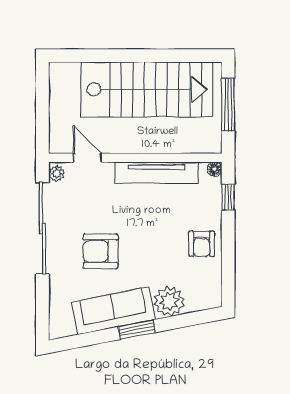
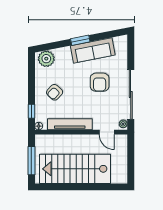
armchair: (202, 244) -> (55, 92), moved, turned -137
armchair: (101, 251) -> (100, 82), turned 90
plant: (169, 301) -> (46, 59), moved

